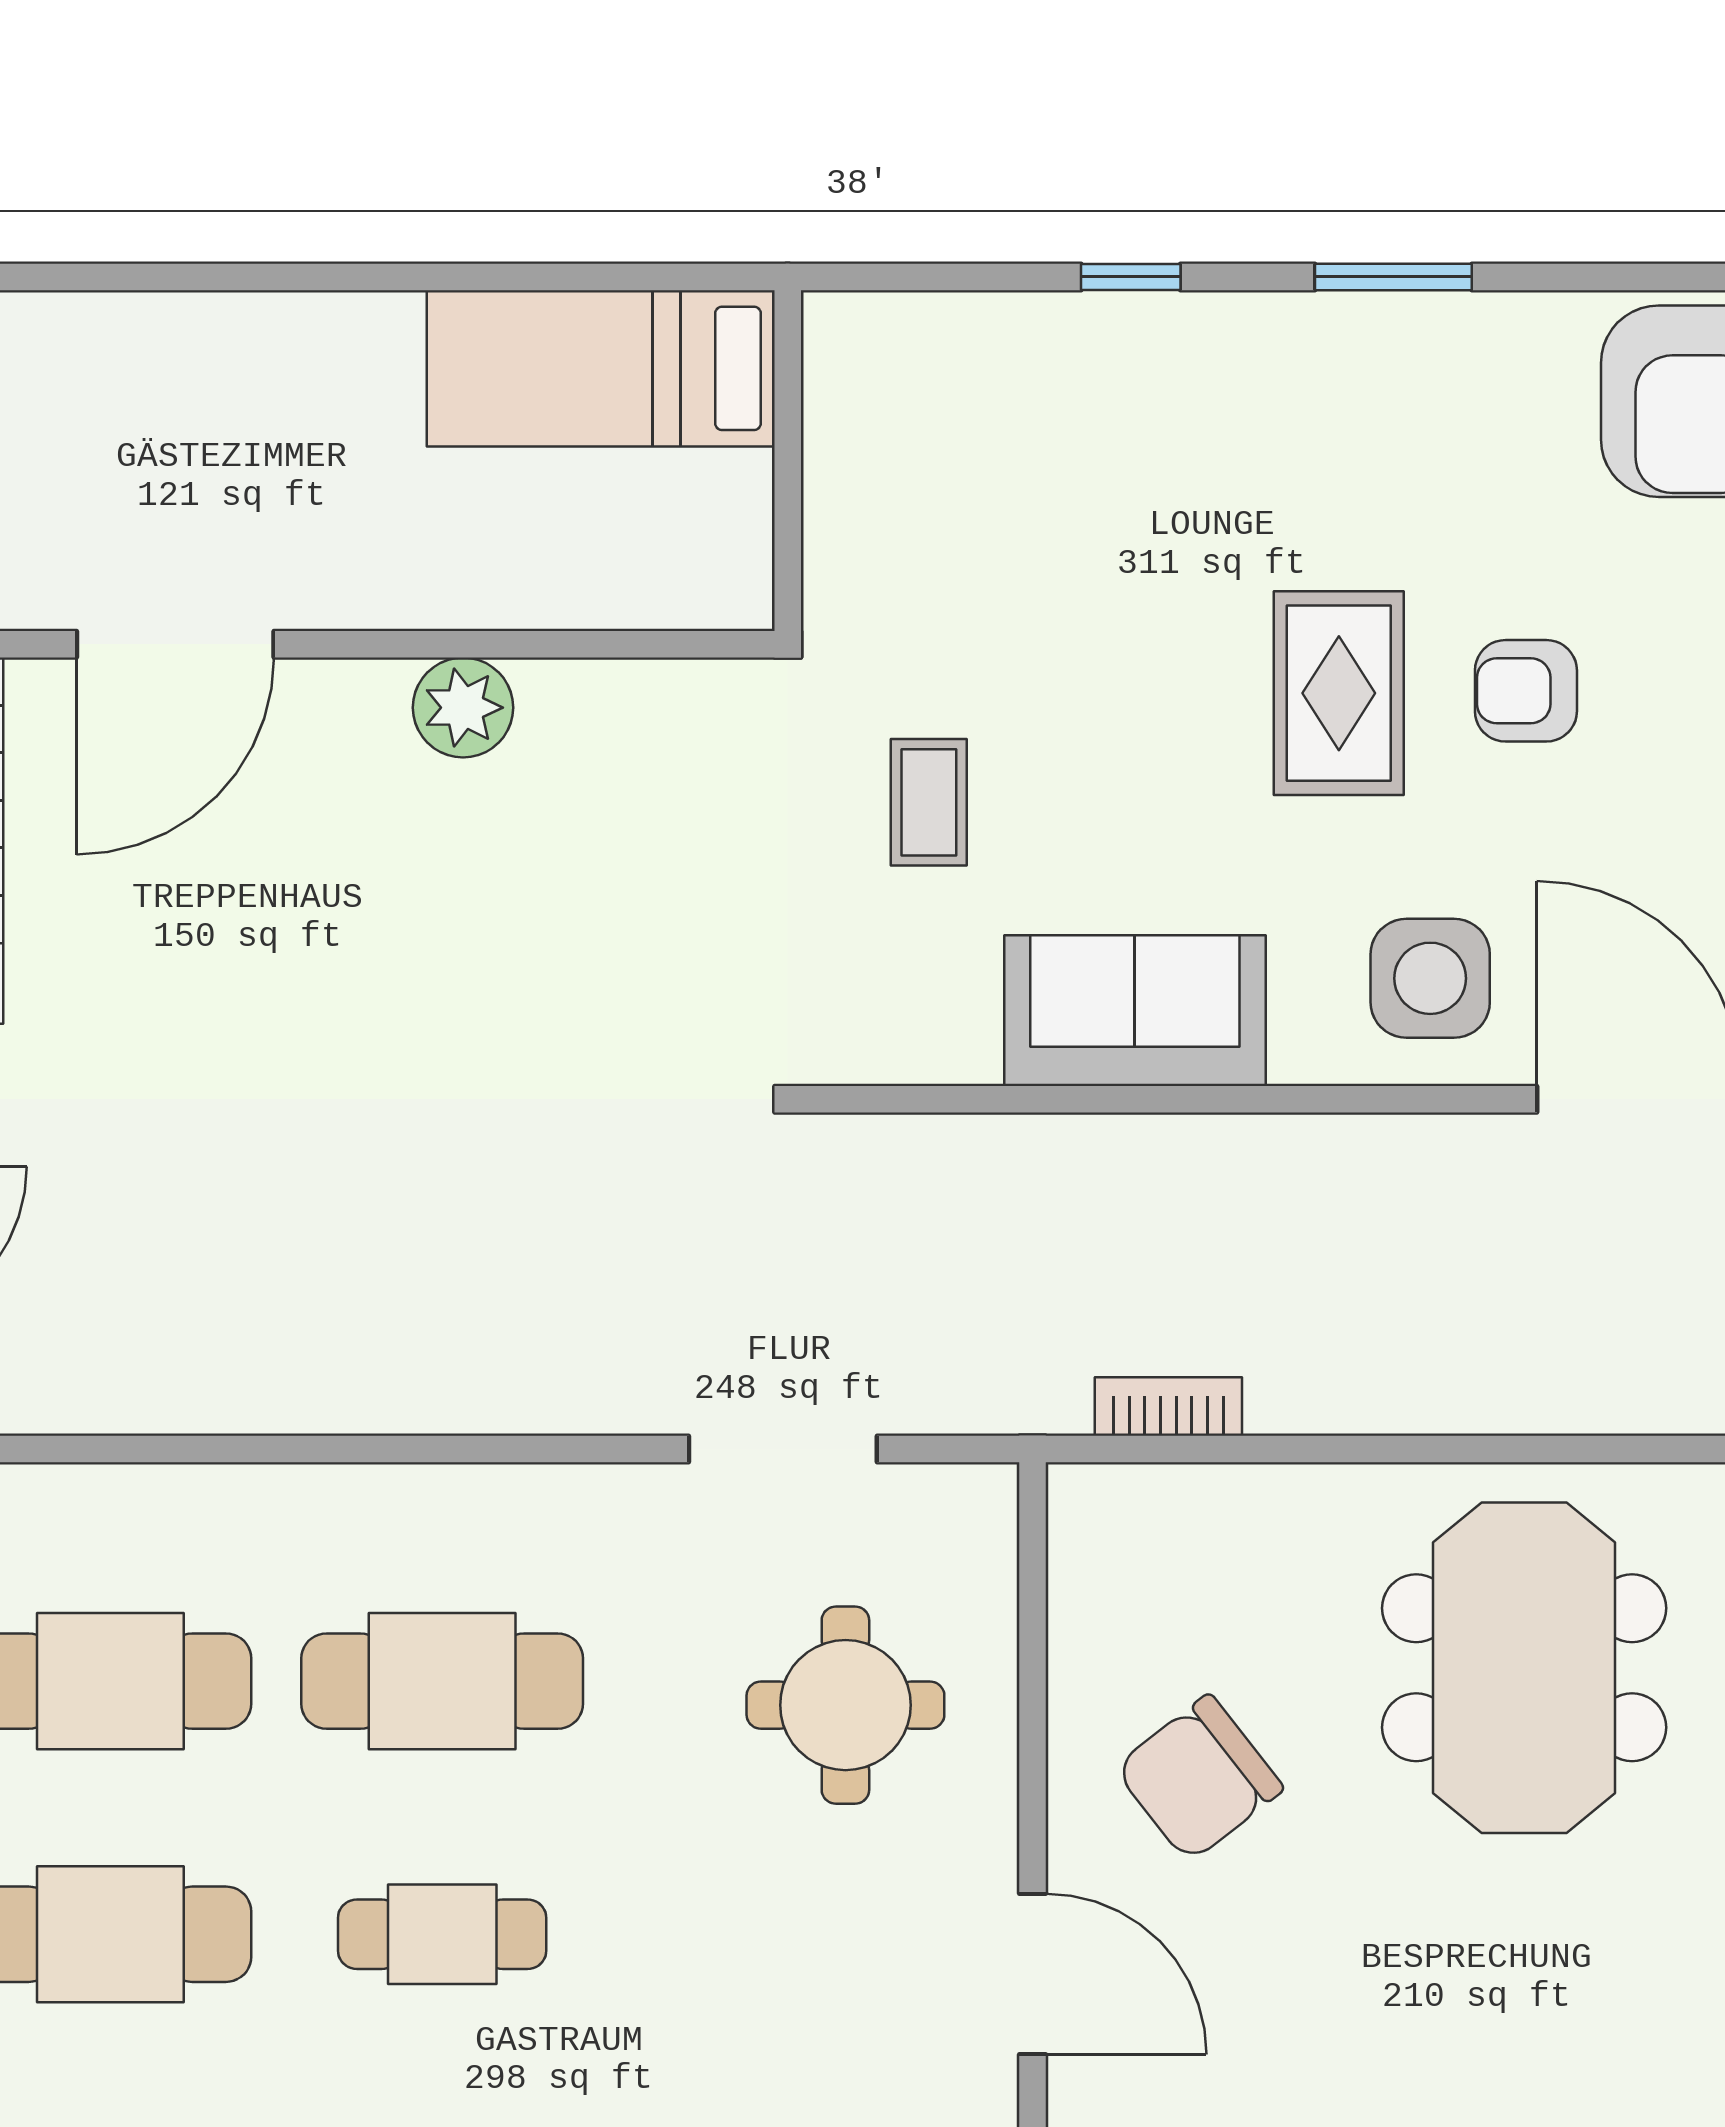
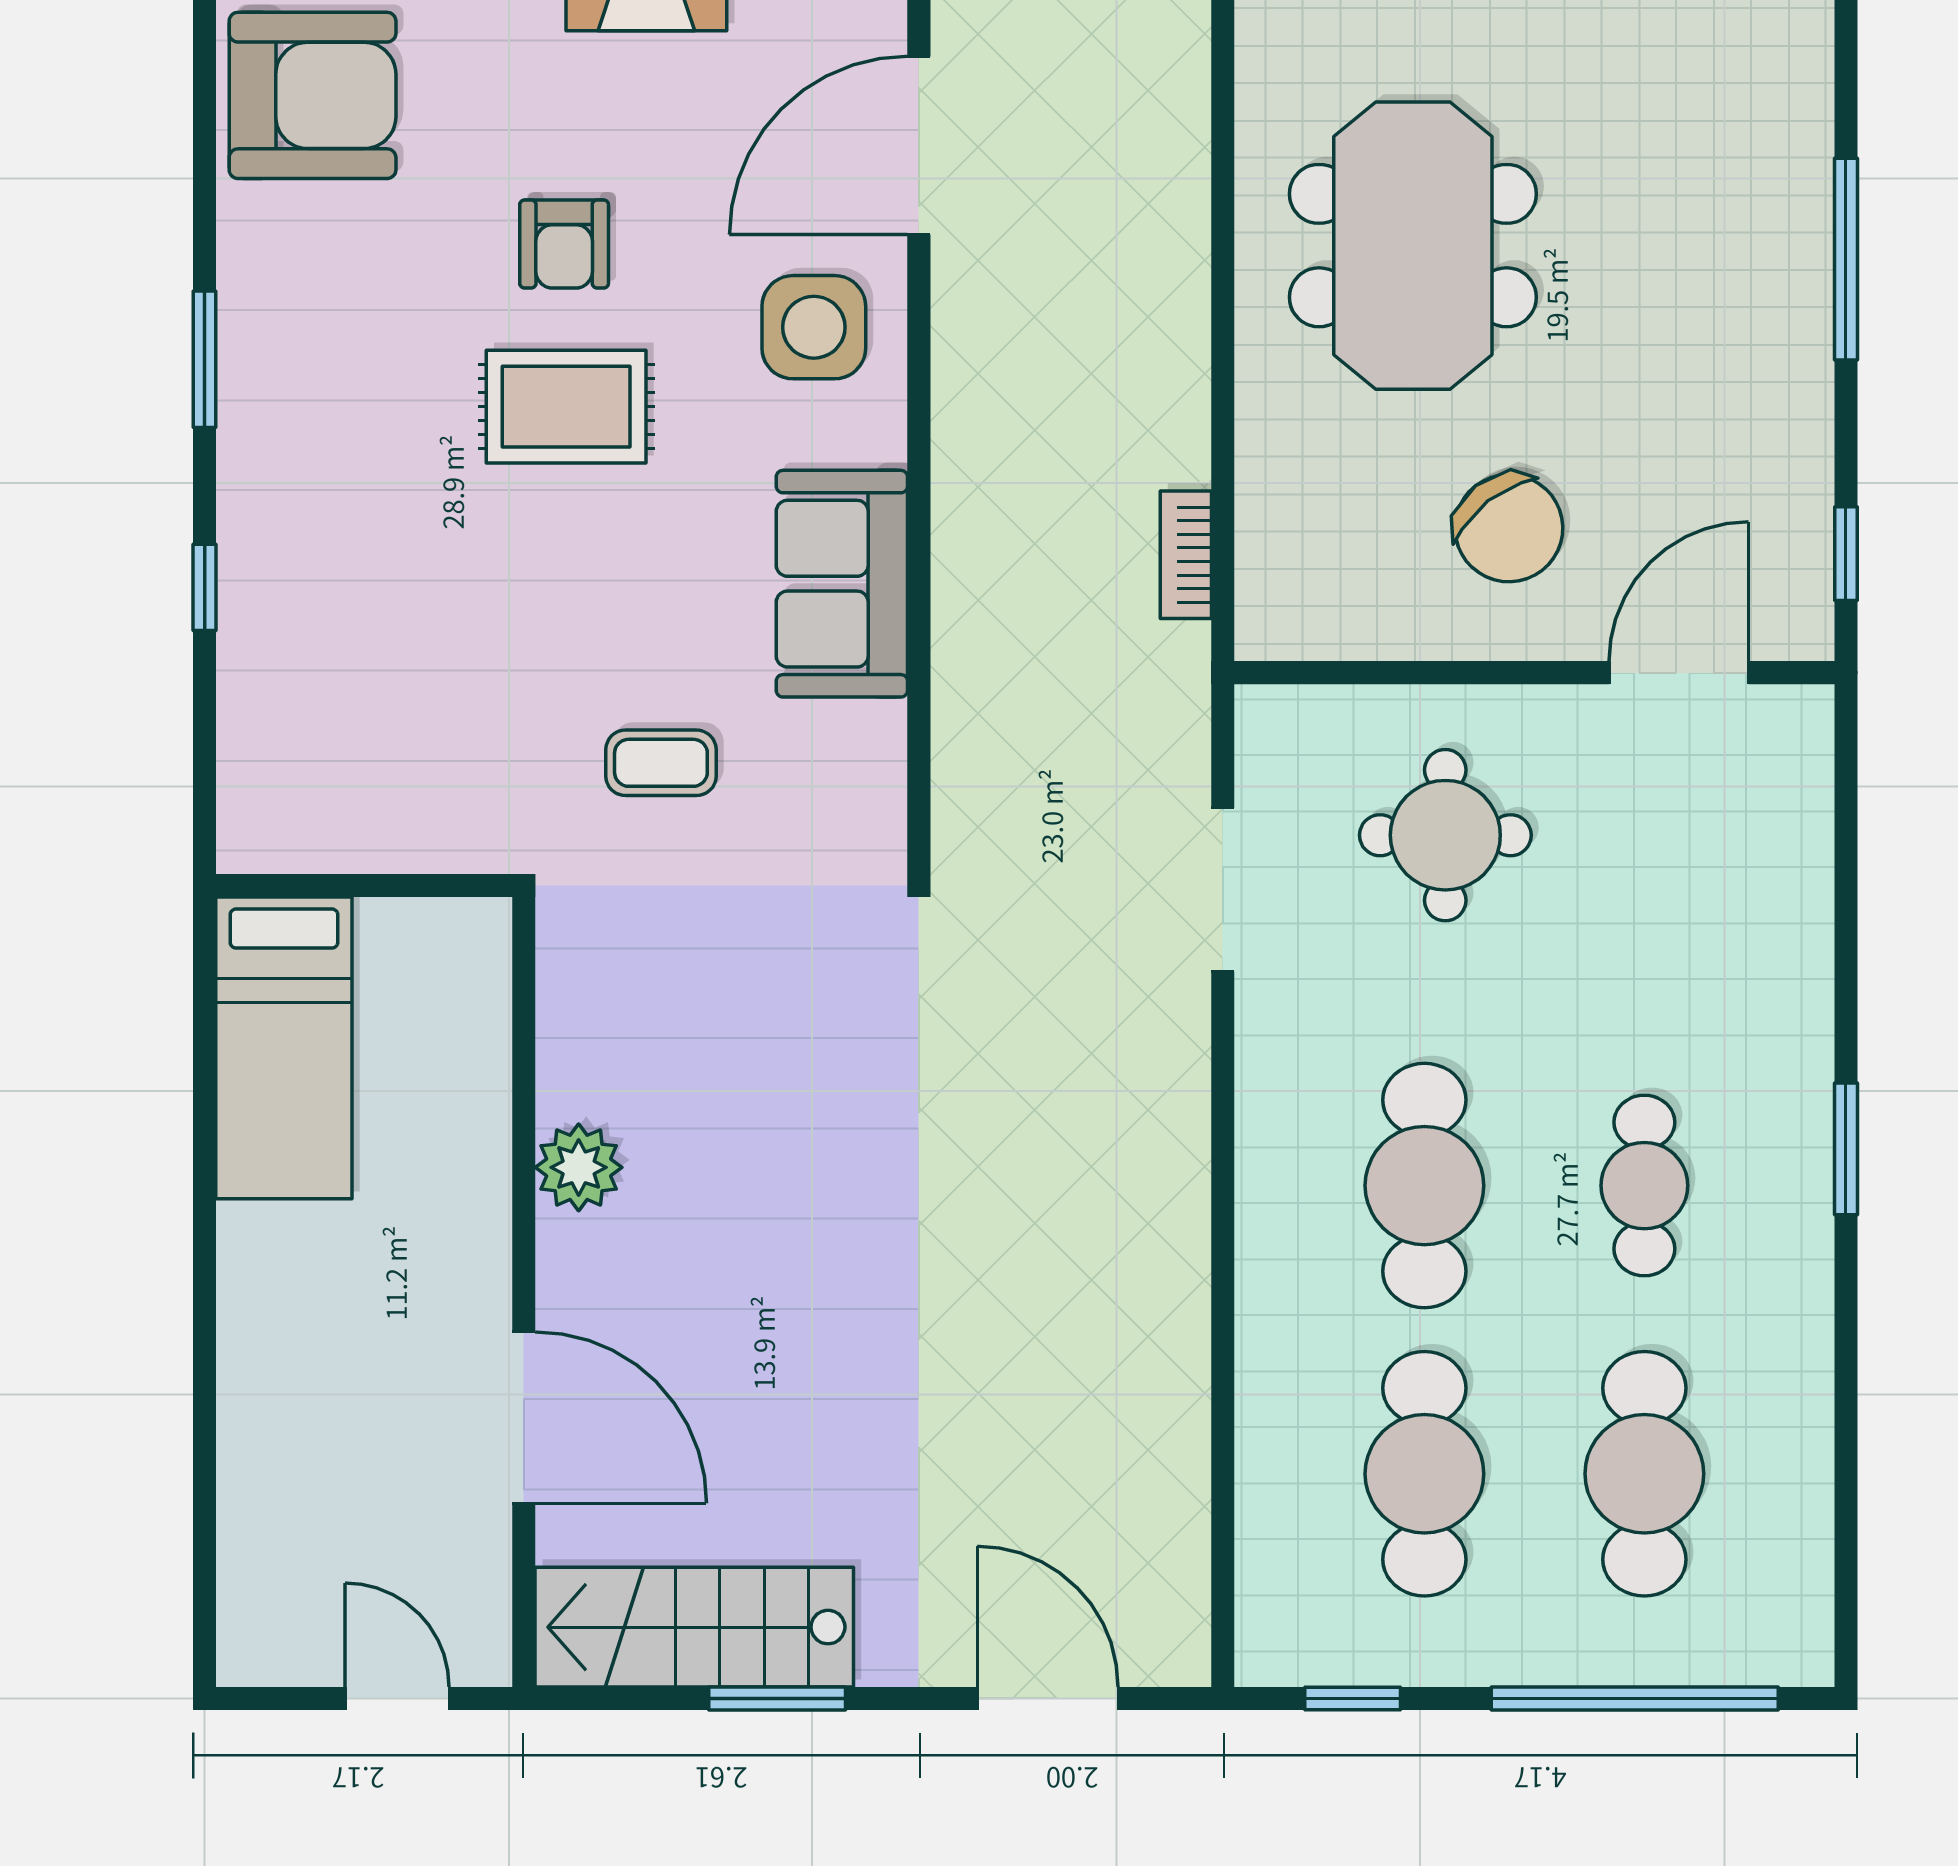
meeting table: (1524, 1668) -> (1413, 246), turned 90

